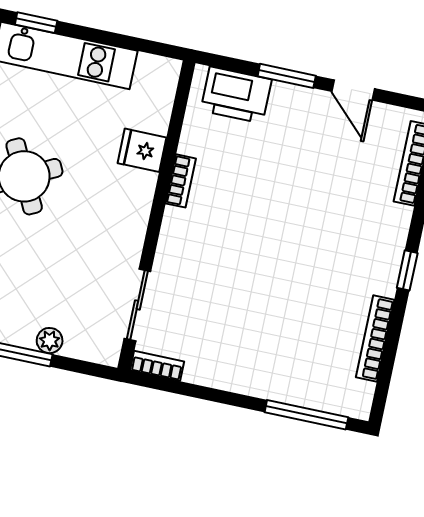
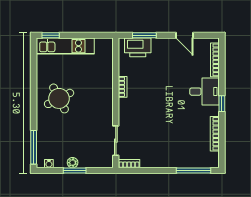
window: (287, 76) -> (144, 35), moved
fridge: (142, 150) -> (104, 78), removed
desk: (372, 233) -> (205, 92), added
plant: (50, 341) -> (73, 163), moved

